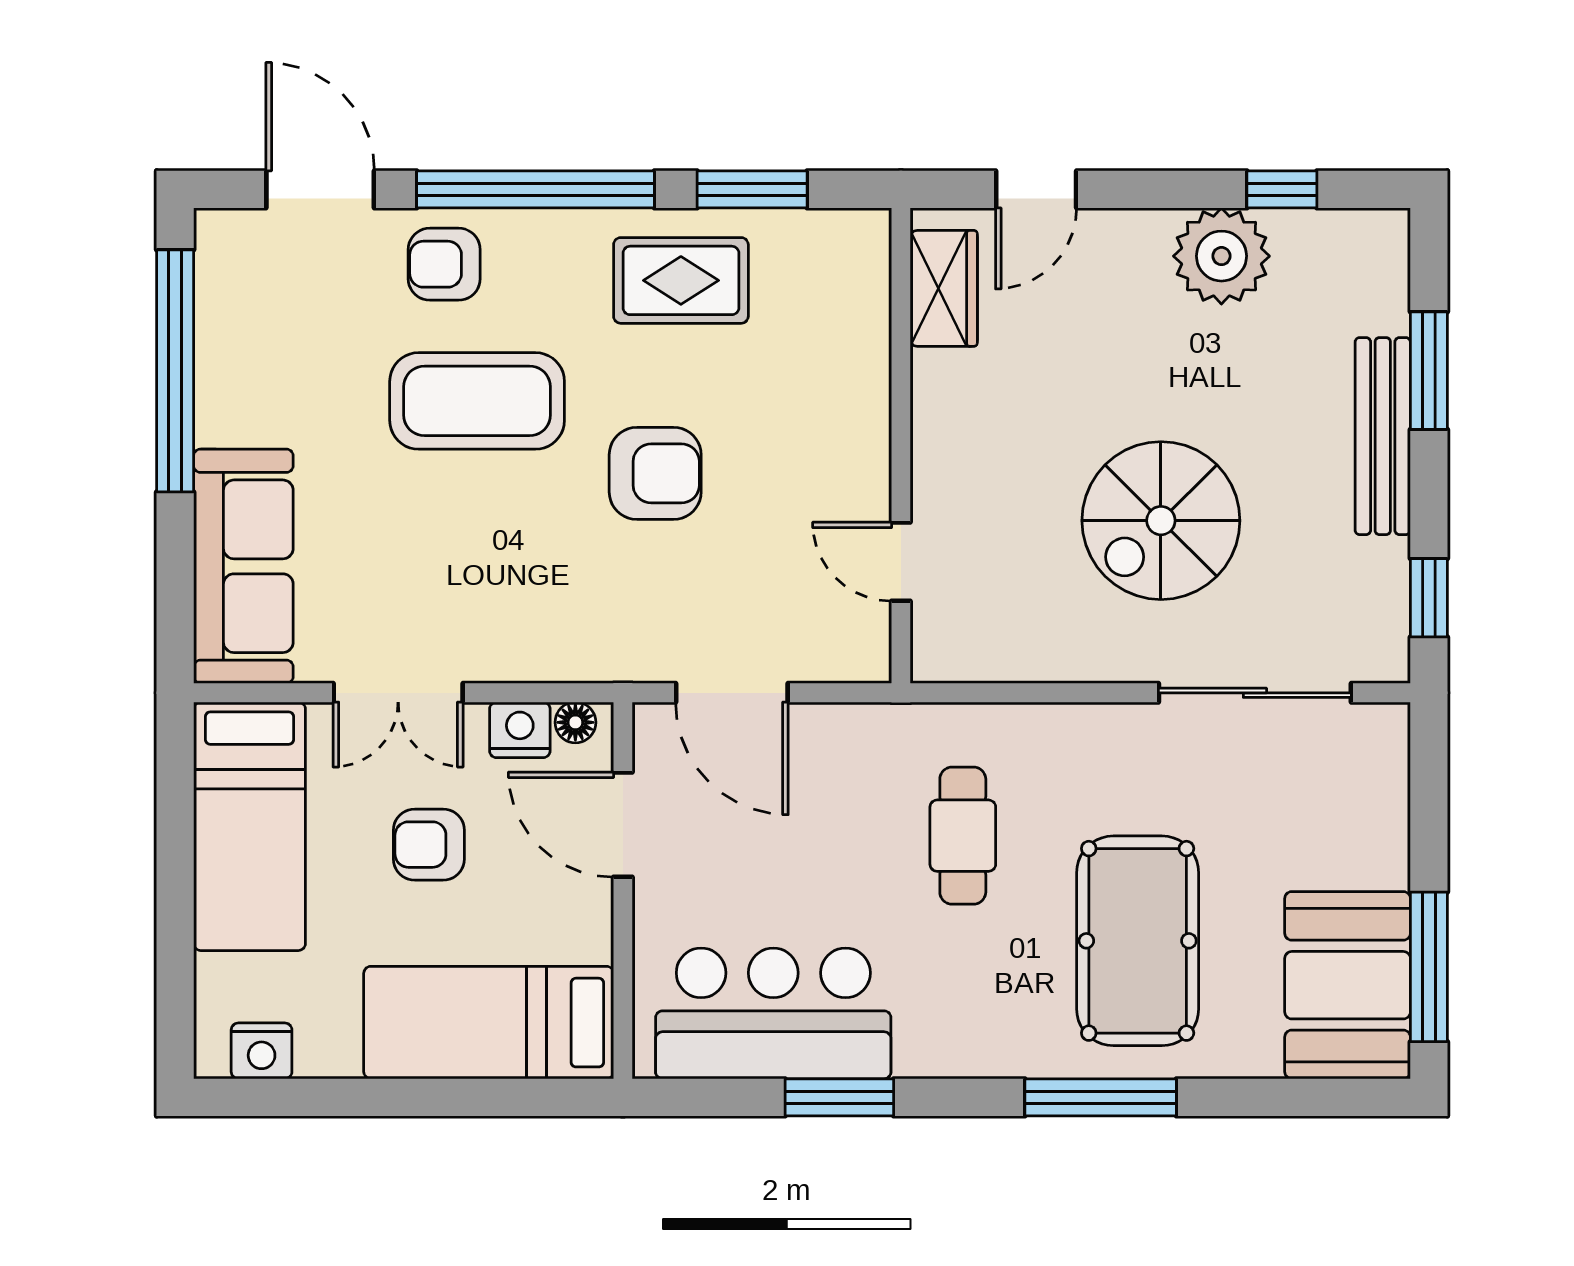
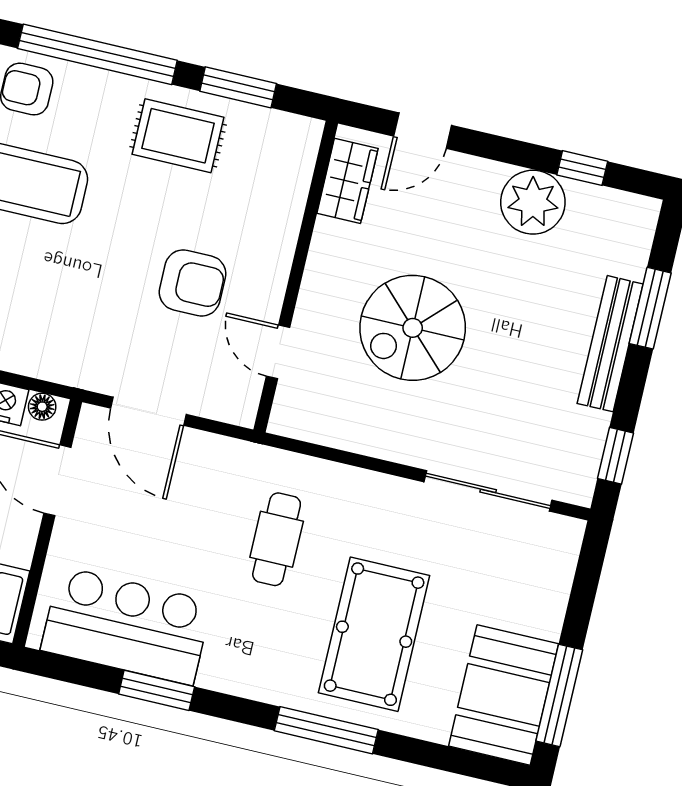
armchair: (655, 473) -> (192, 283), moved
spiral stairs: (1161, 521) -> (413, 328), moved

